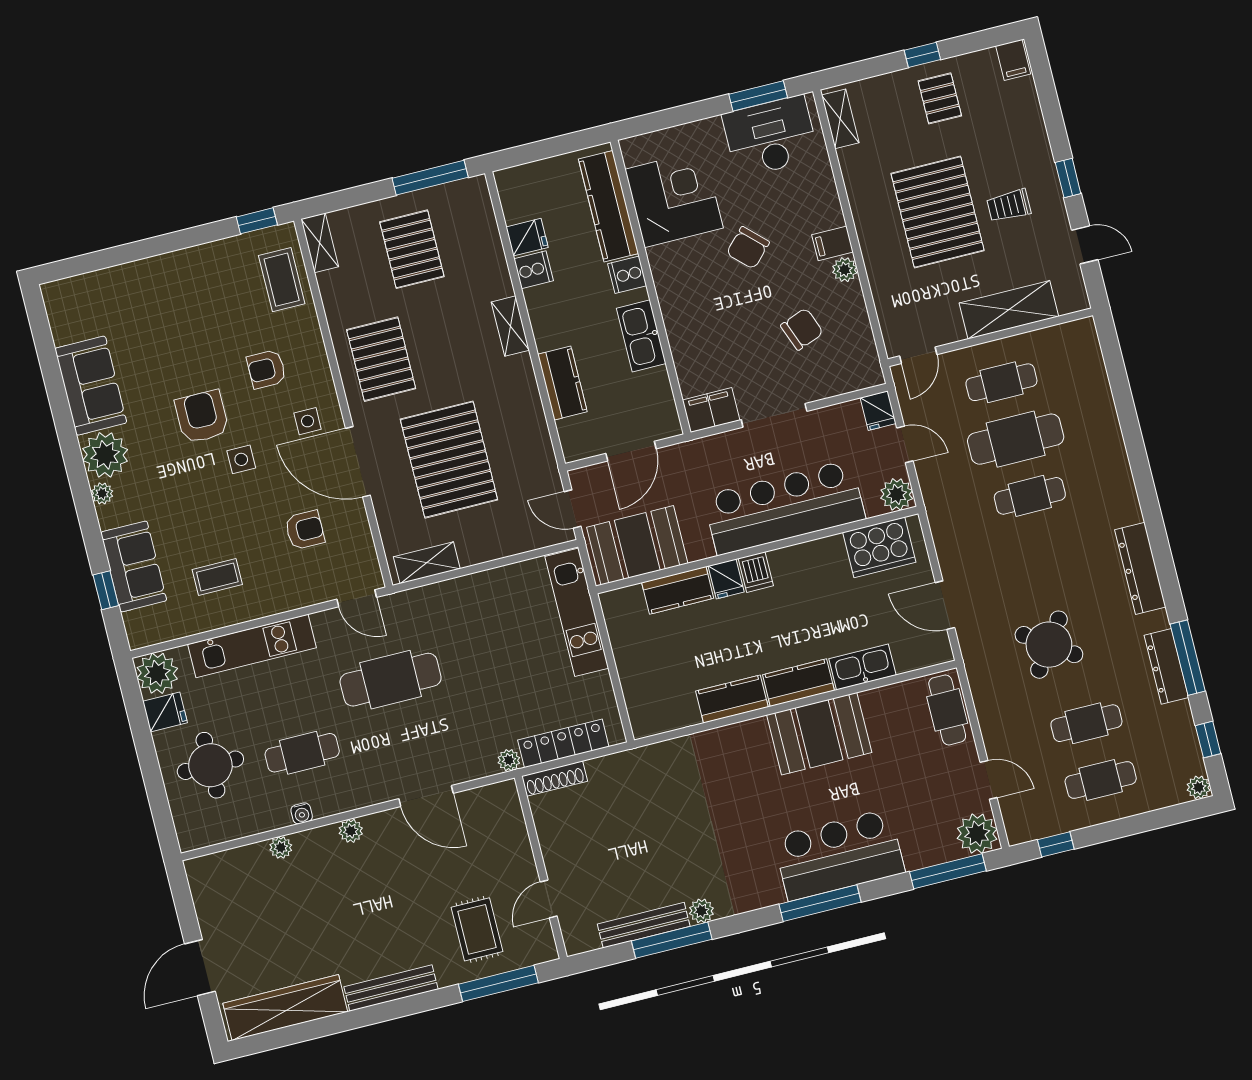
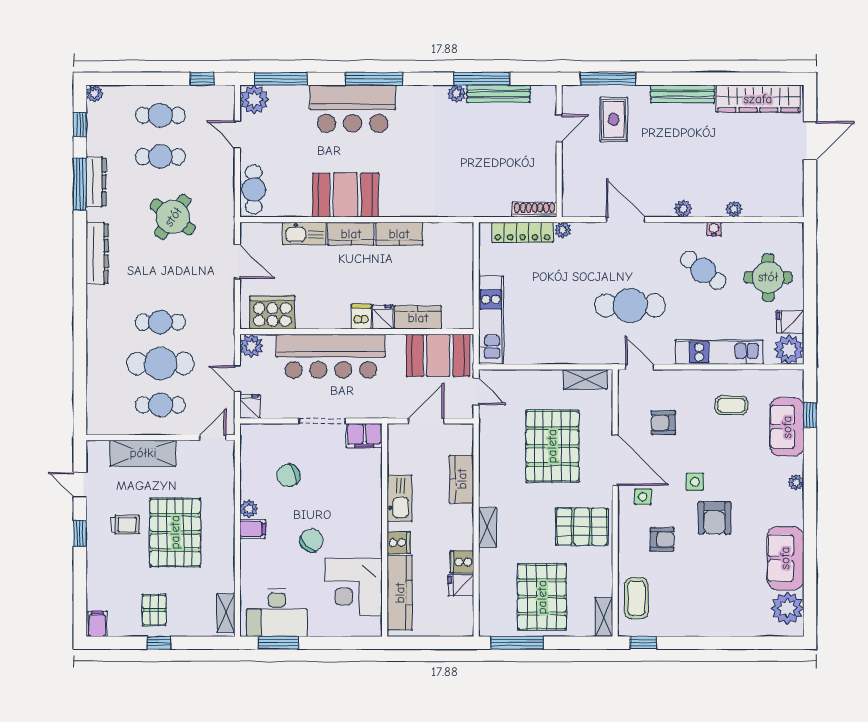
pallet: (412, 249) -> (542, 597), width x1.37, depth x1.41
pallet: (381, 359) -> (582, 527), turned 90
plant: (105, 455) -> (787, 608), moved
cafe table: (302, 753) -> (703, 270), turned 37

